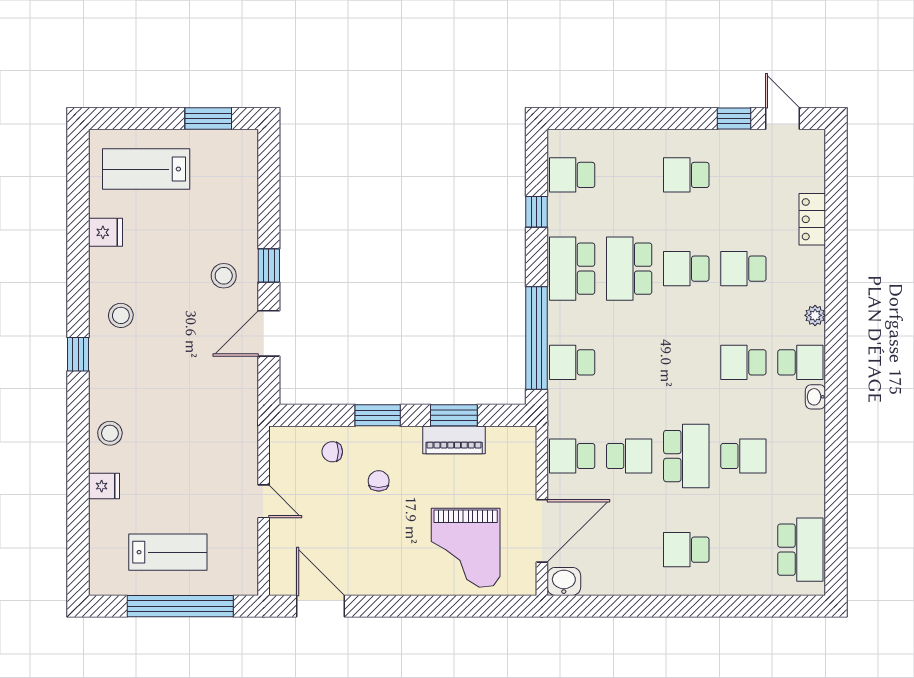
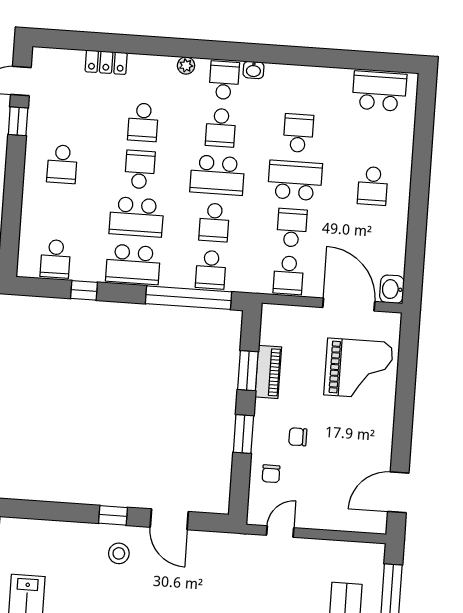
school desk: (686, 269) -> (140, 170), turned 180
school desk: (629, 362) -> (214, 222), added
school desk: (686, 362) -> (217, 175), added
door: (264, 501) -> (280, 531), moved

